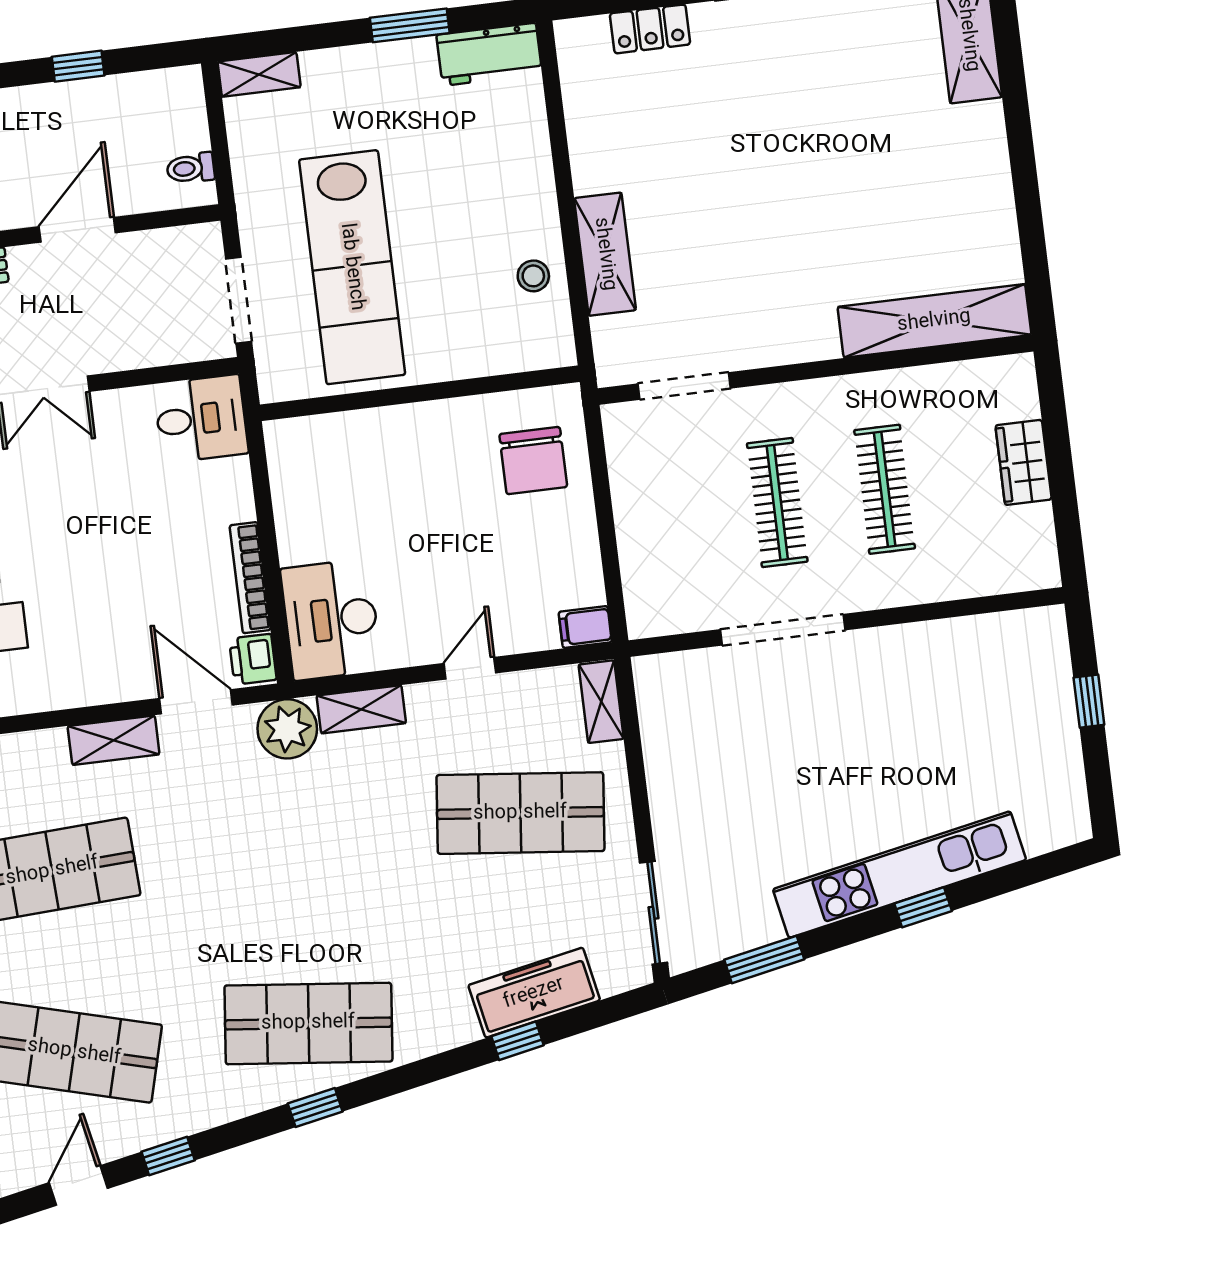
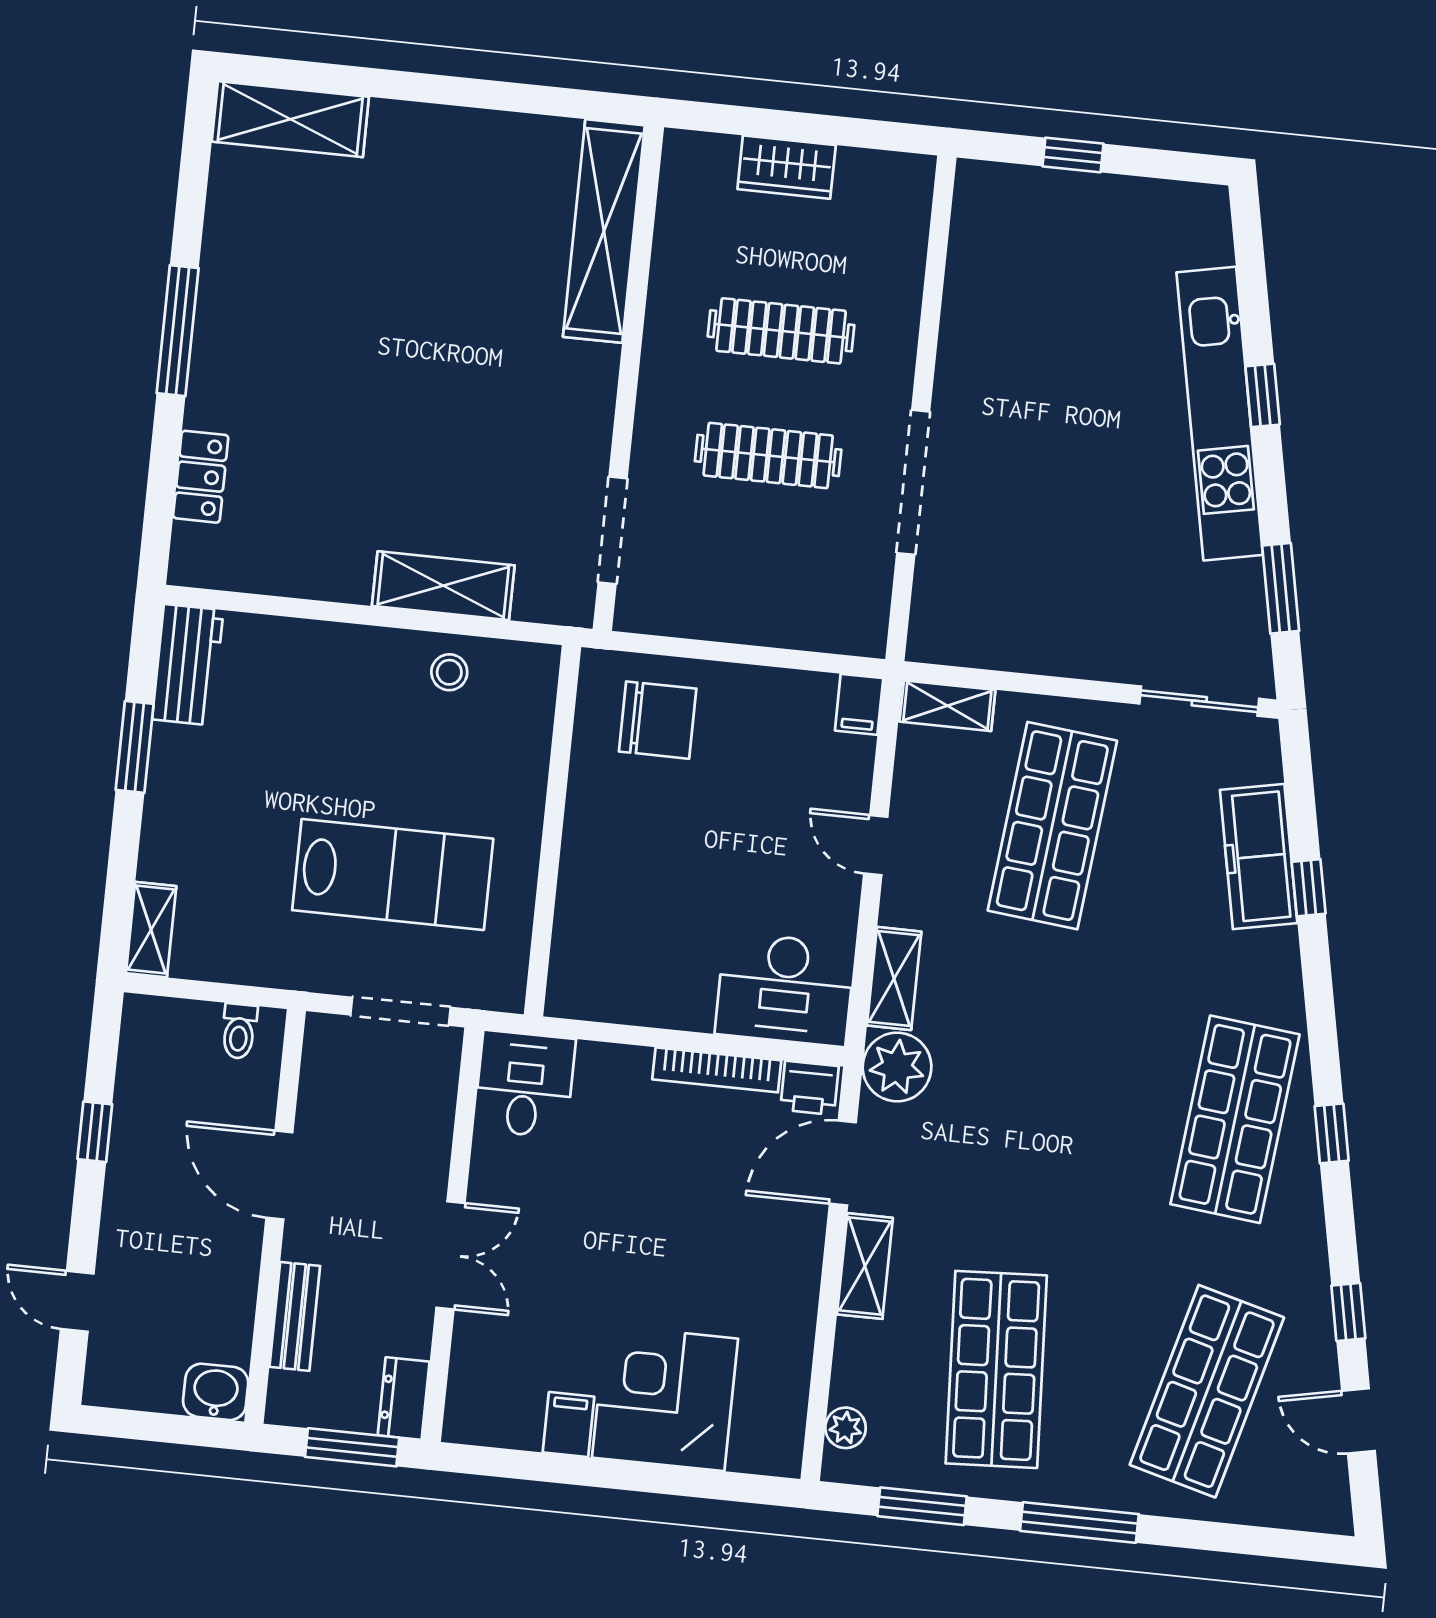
lab bench: (352, 267) -> (393, 874), width x0.73

